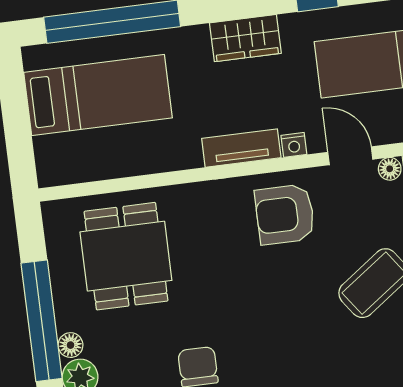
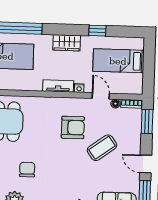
armchair: (285, 214) -> (73, 127), moved, turned 180

